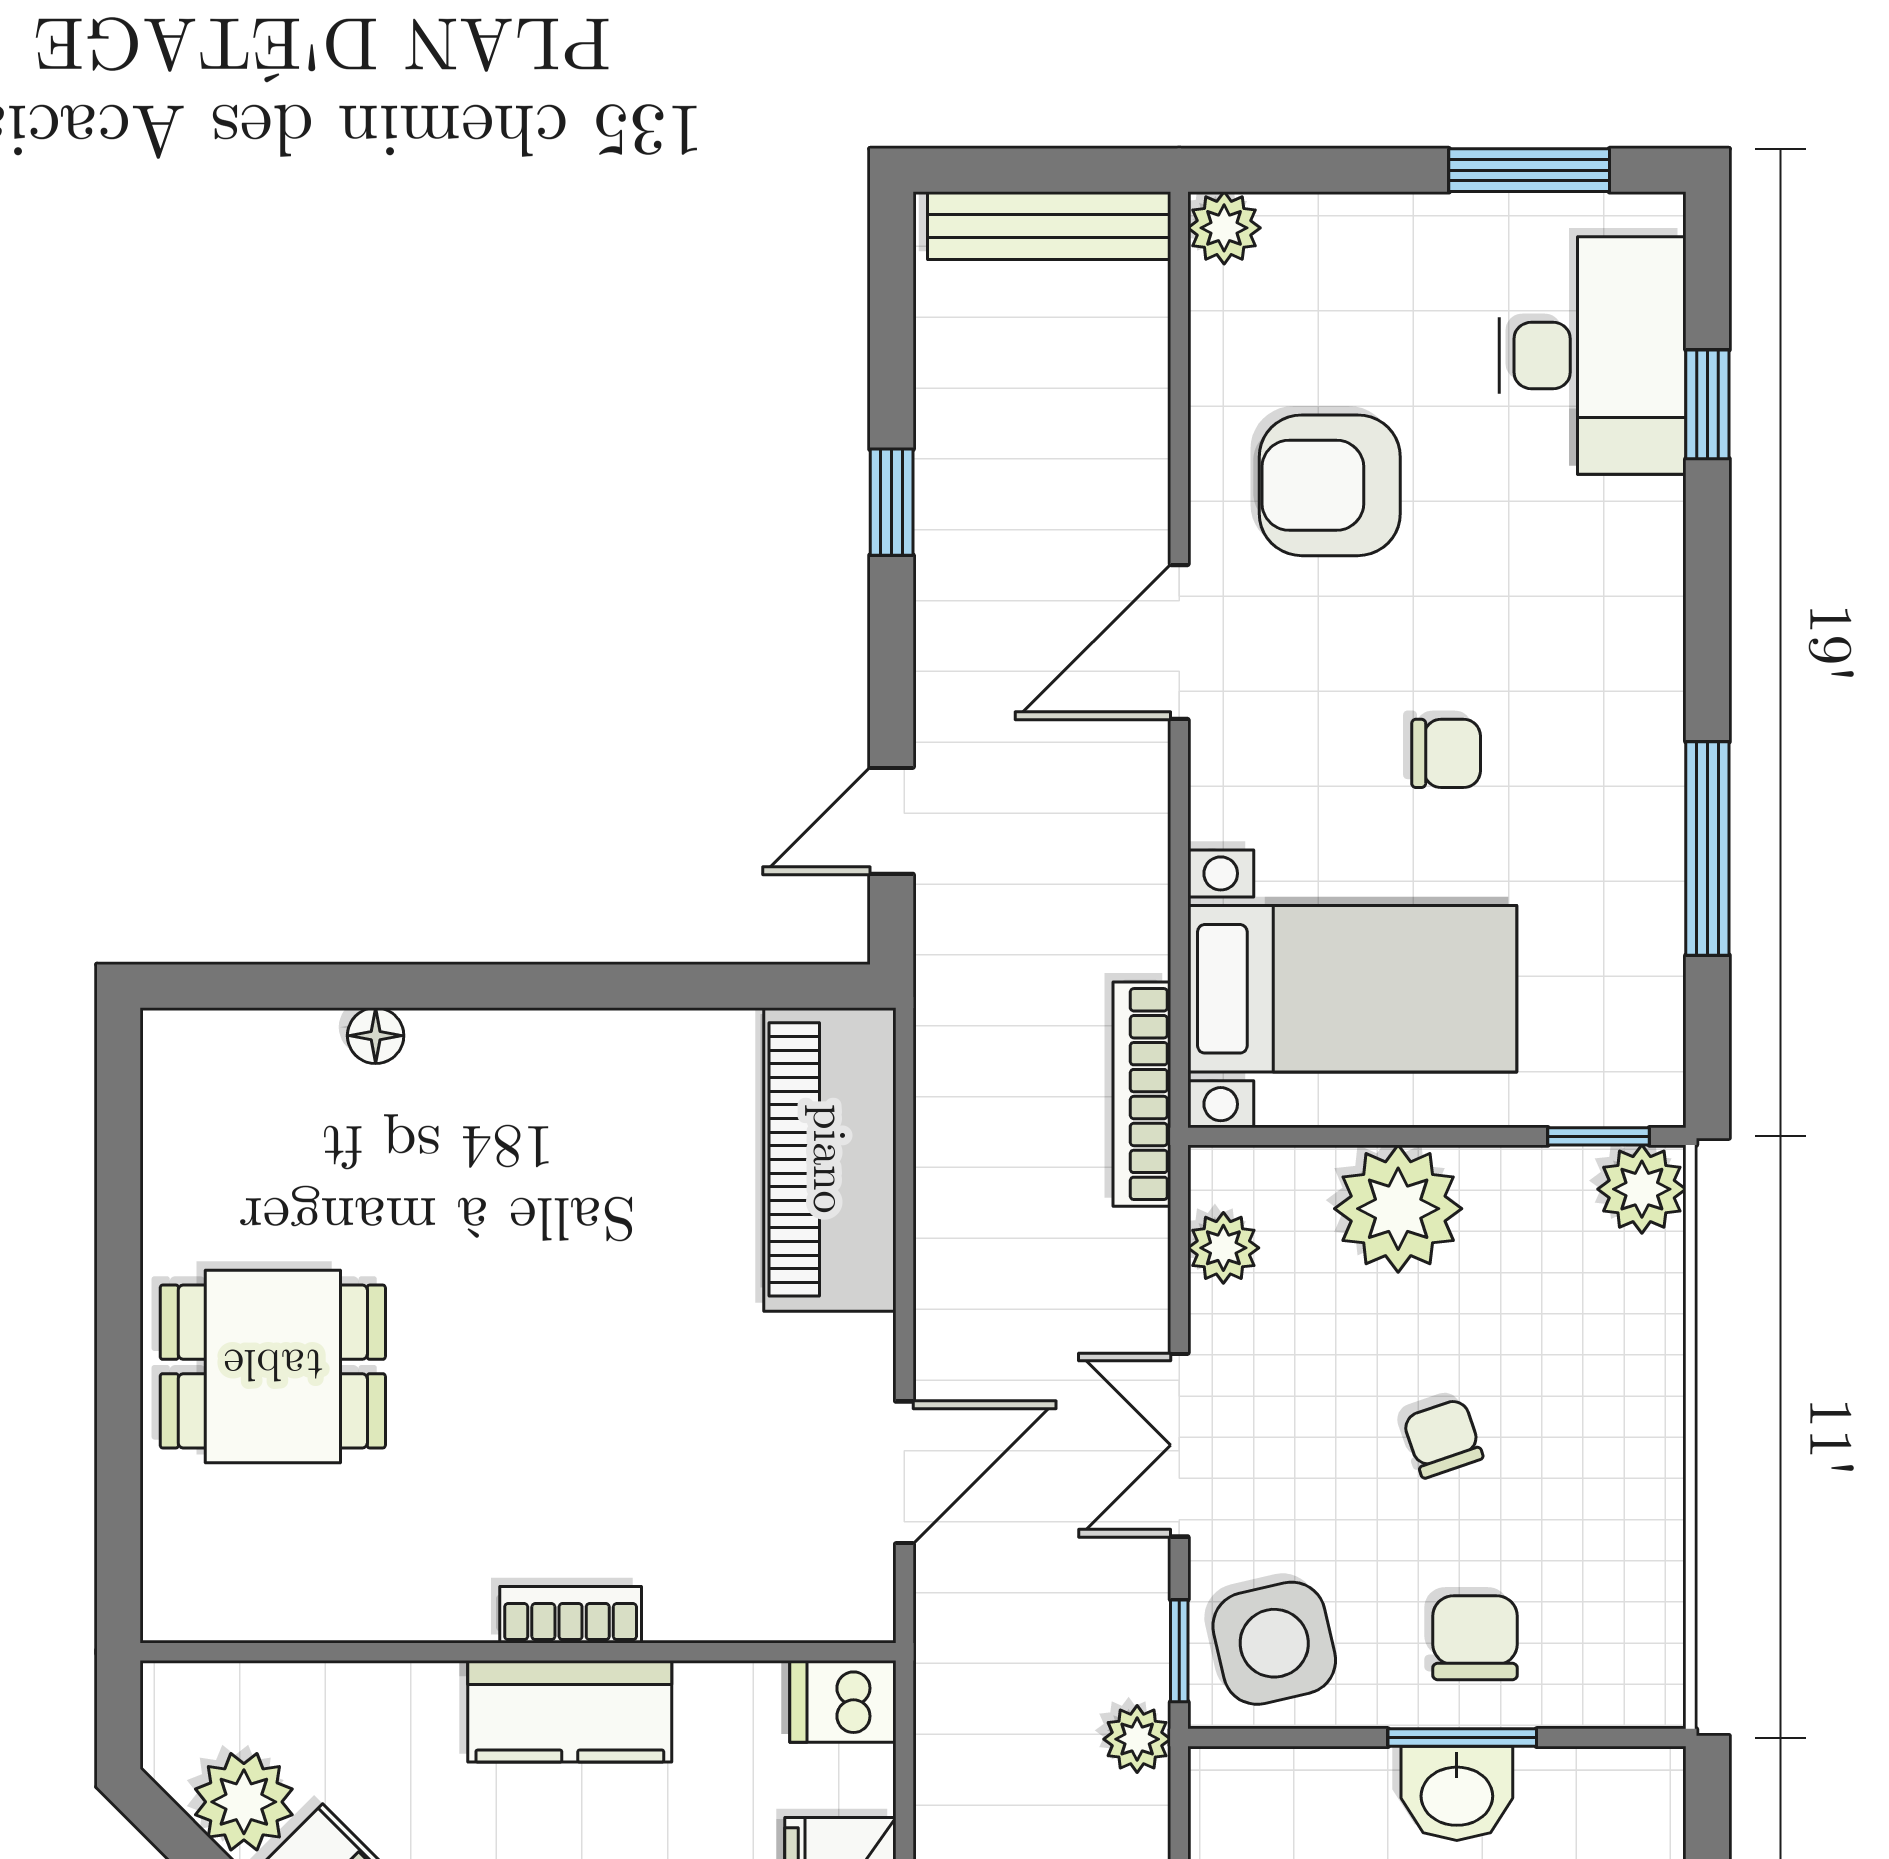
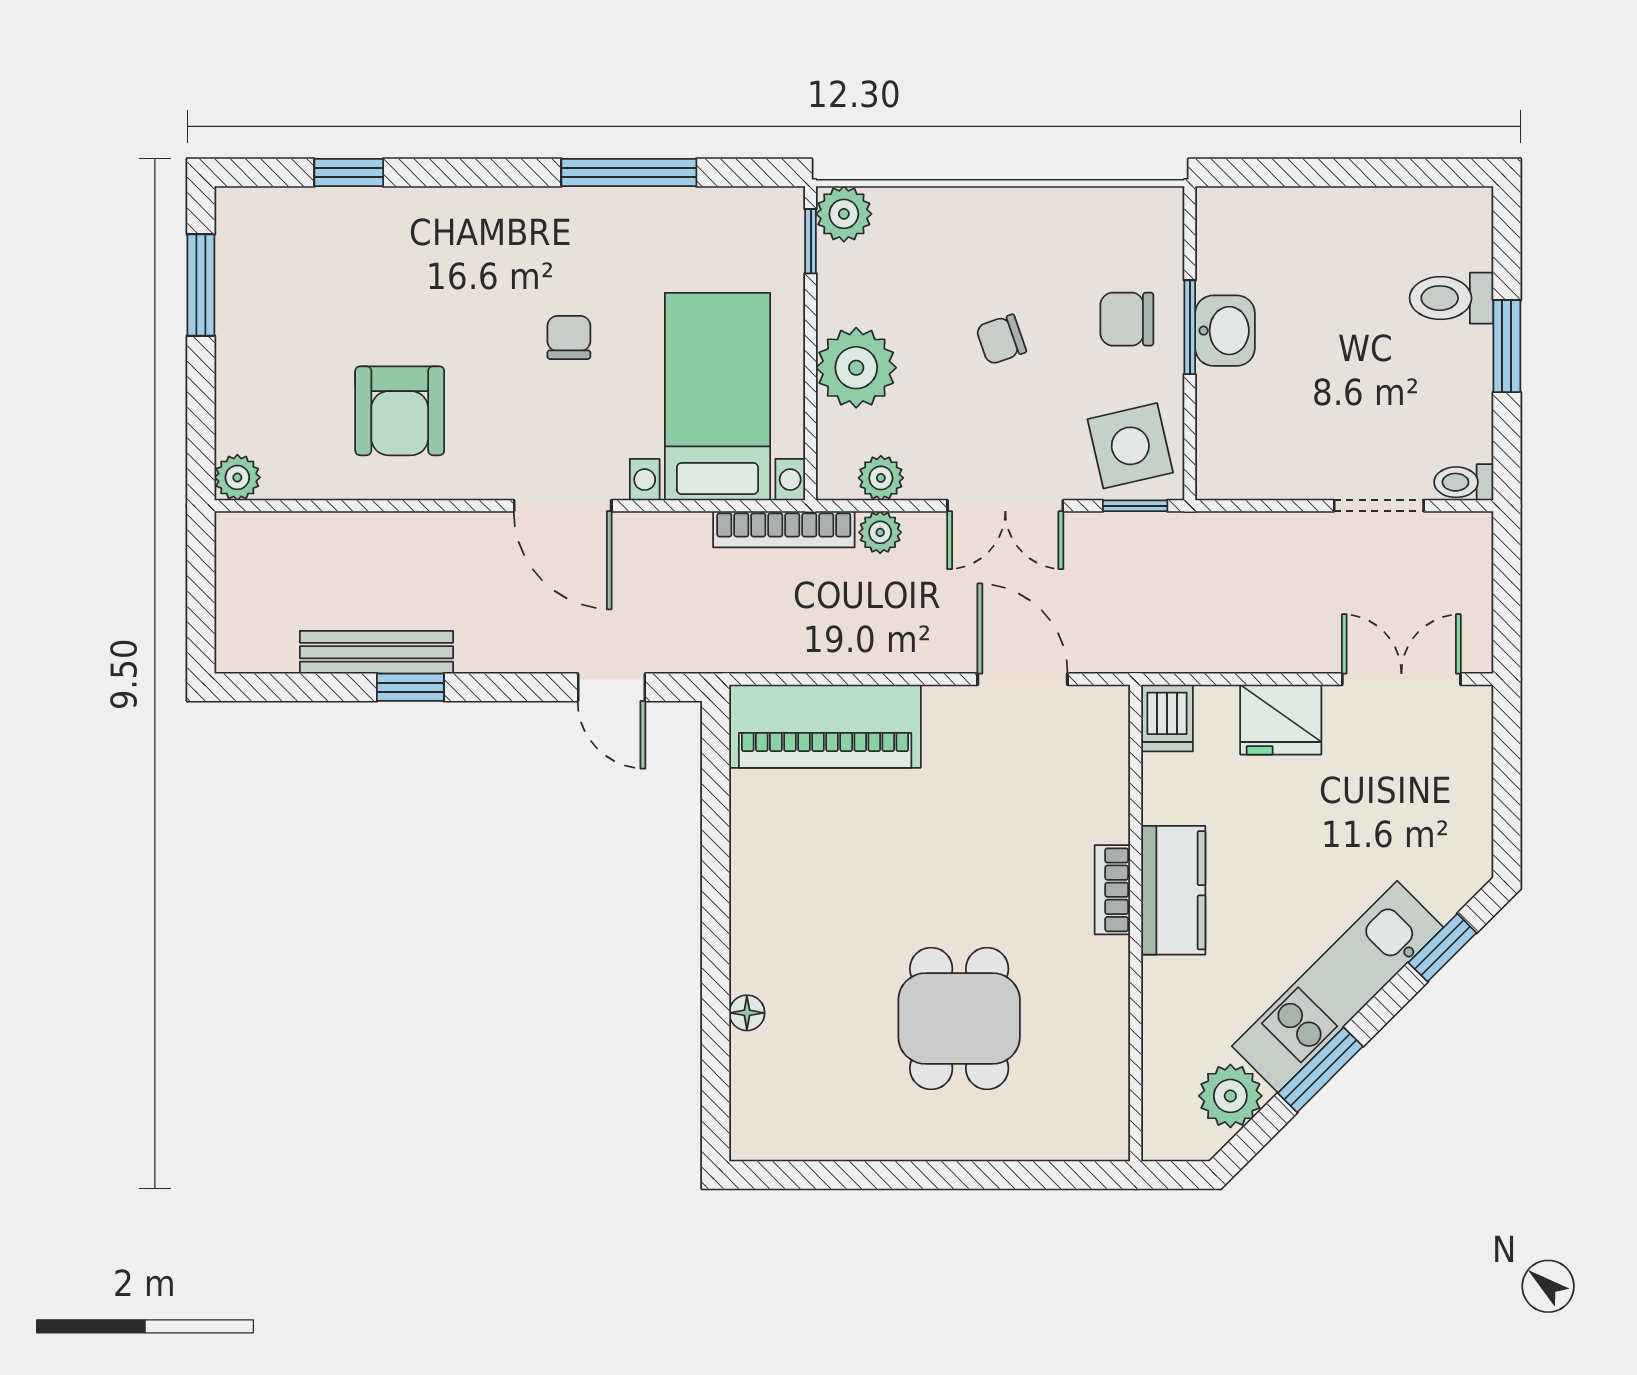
bench: (1049, 226) -> (377, 652), moved, turned 90
desk: (1593, 355) -> (318, 245), removed
door: (1179, 642) -> (563, 506), moved
dining table: (273, 1366) -> (959, 1019), moved
plant: (1137, 1739) -> (880, 532), moved

